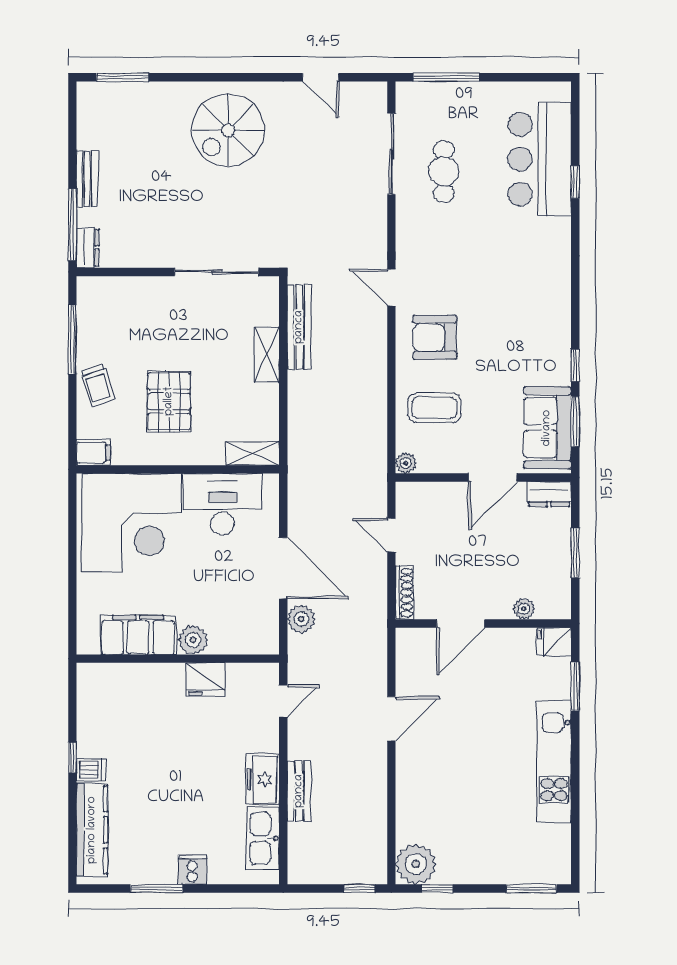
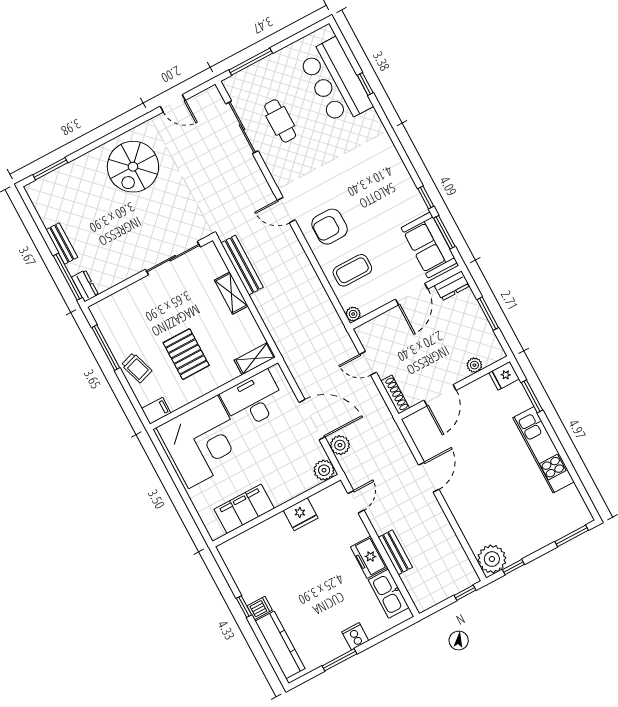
plant: (193, 640) -> (324, 470), moved

